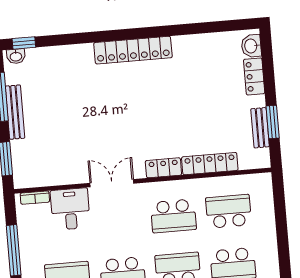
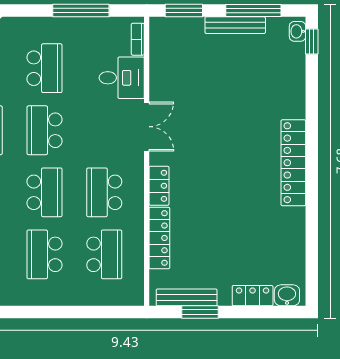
bench: (260, 128) -> (187, 297), width x1.36

